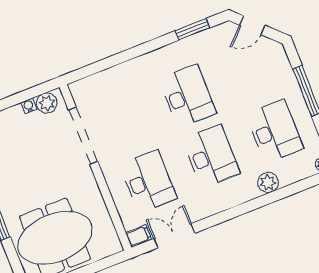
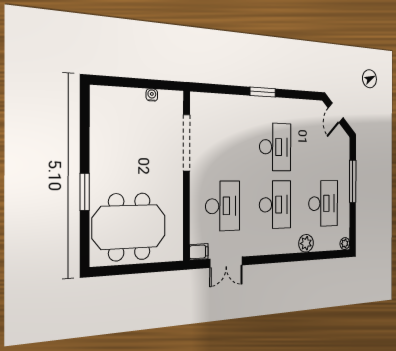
door: (252, 25) -> (336, 113), hinge flipped
window: (193, 29) -> (263, 92), moved
plant: (47, 103) -> (168, 100), removed
double door: (174, 236) -> (226, 262), swing flipped

